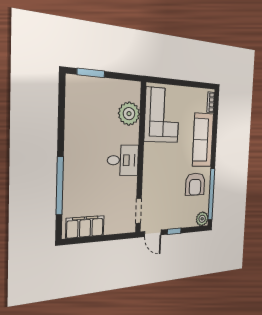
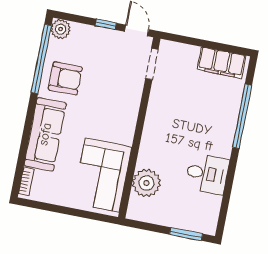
desk: (123, 160) -> (207, 174), moved, turned 180
armchair: (195, 184) -> (65, 78), turned 90

